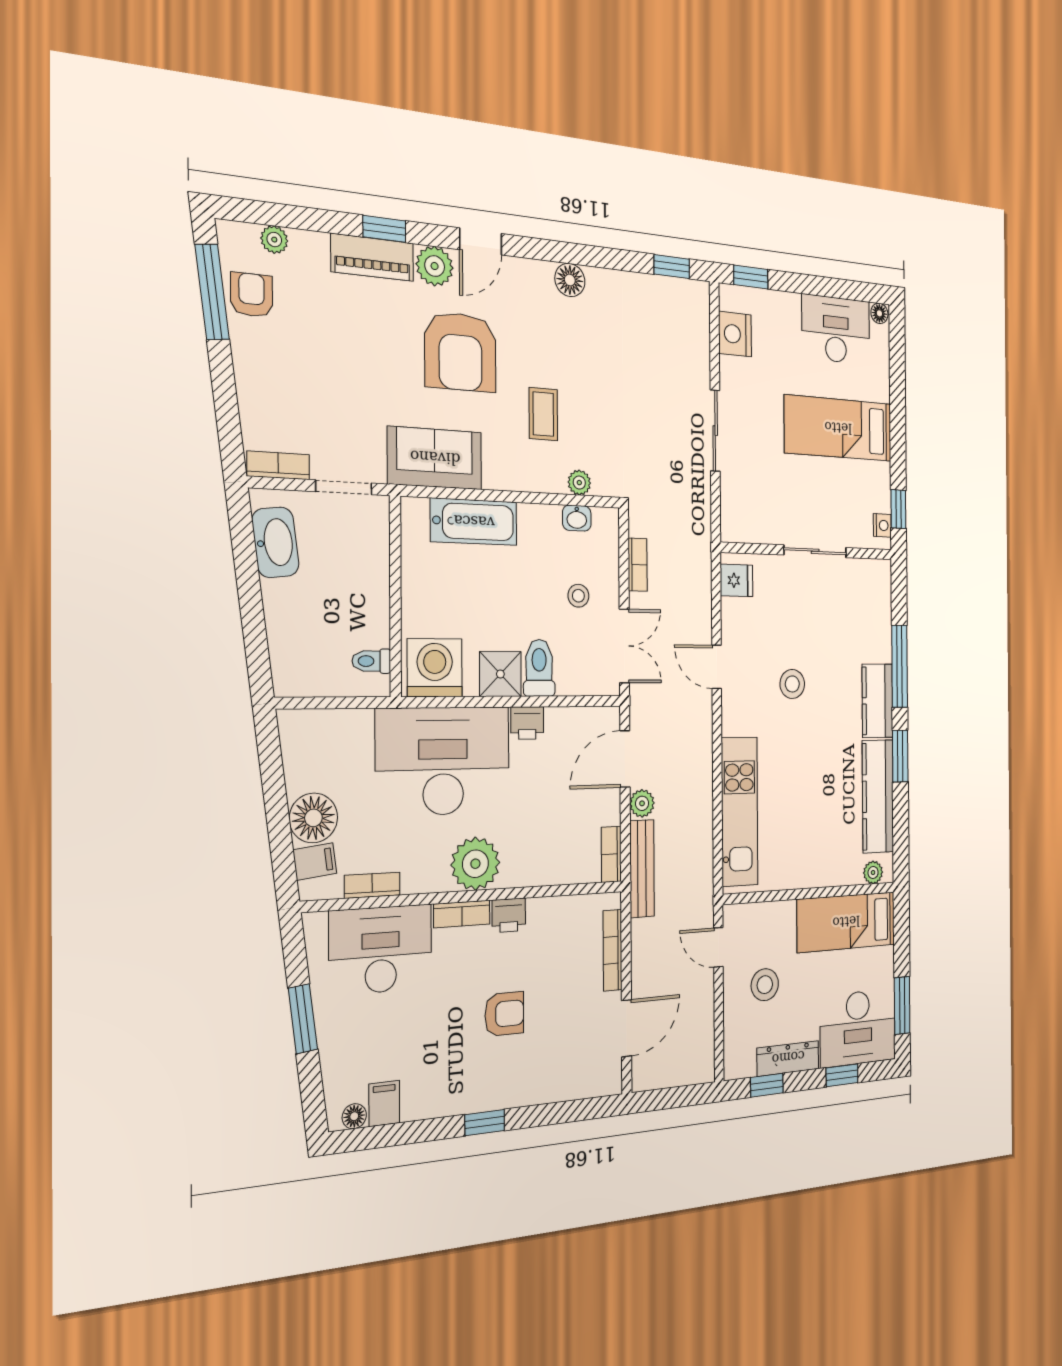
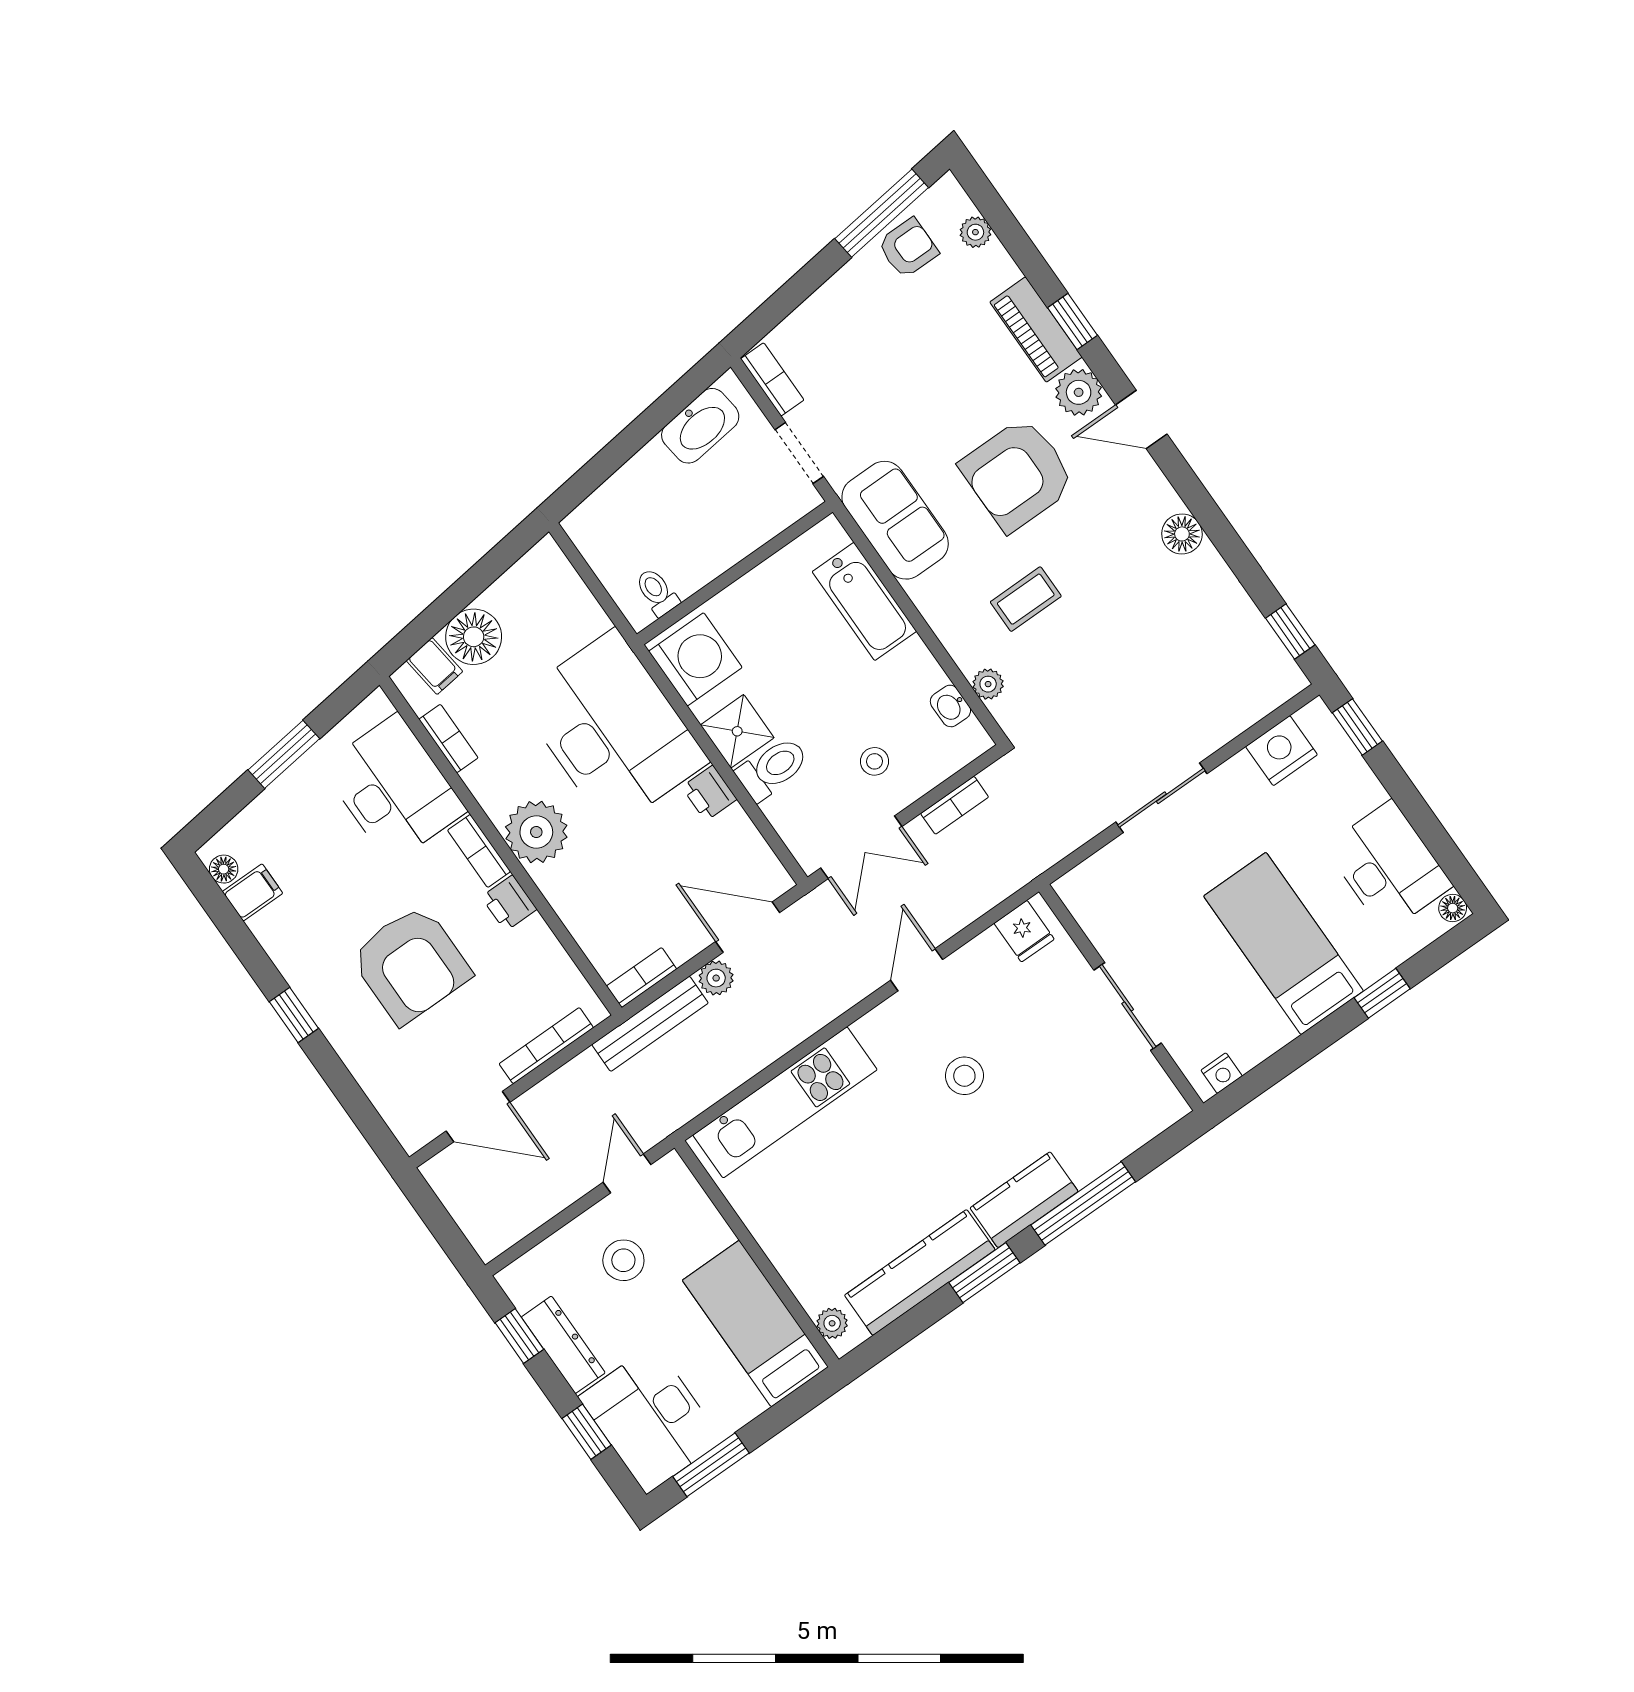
window: (898, 509) -> (1382, 993), moved
armchair: (504, 1014) -> (411, 964), width x1.88, depth x1.88

